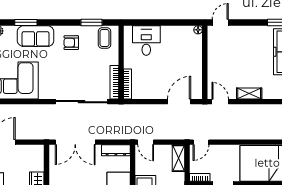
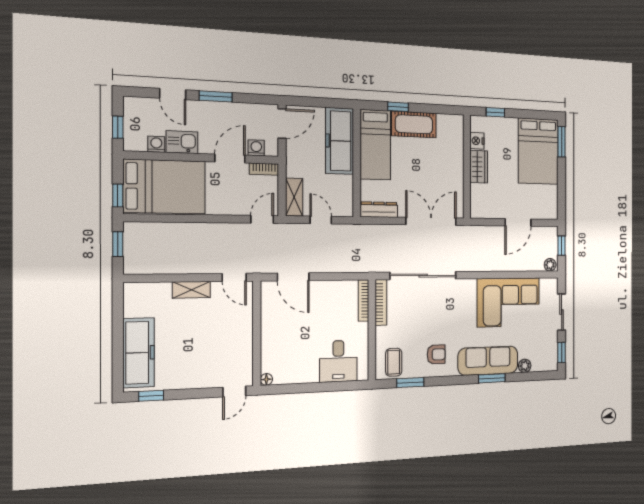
sofa: (36, 36) -> (488, 361), width x1.36
door: (179, 102) -> (293, 277), hinge flipped
door: (146, 142) -> (321, 220), moved

